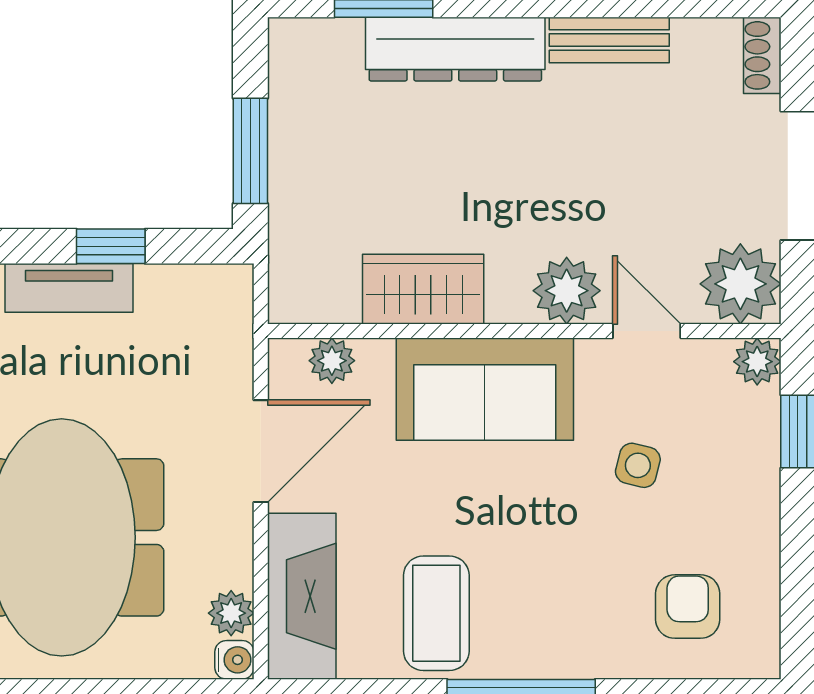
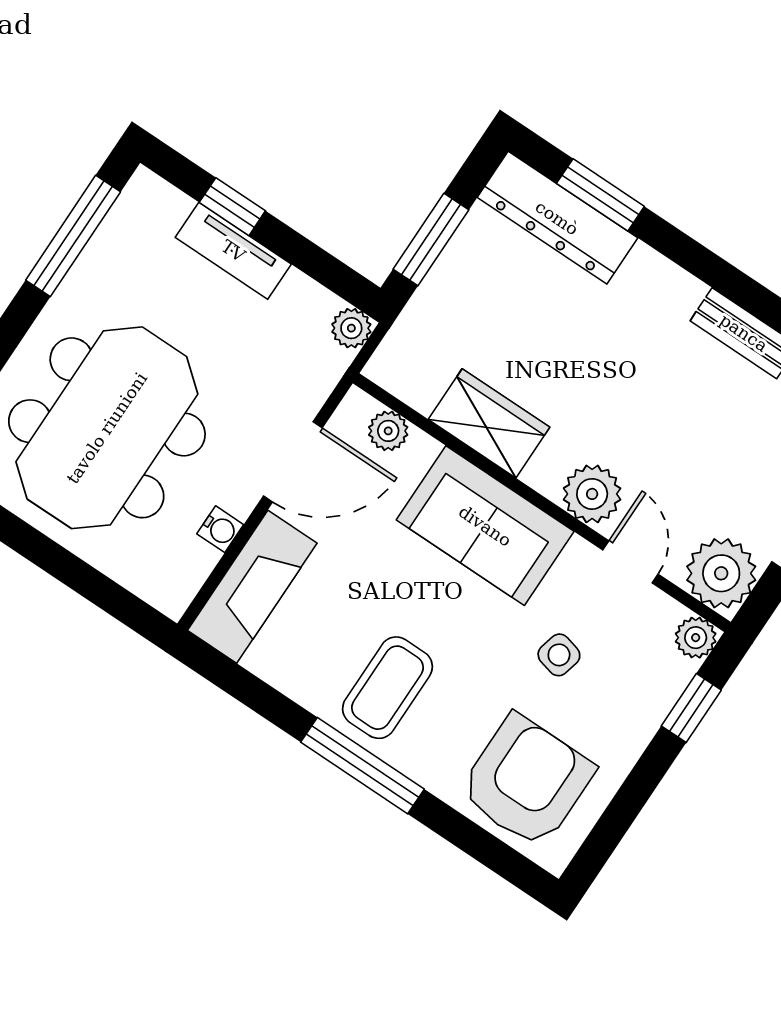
dresser: (455, 49) -> (557, 218), moved
window: (111, 246) -> (232, 207), moved
armchair: (688, 607) -> (527, 781), width x1.88, depth x1.88
plant: (231, 613) -> (351, 328), moved
coffee table: (436, 613) -> (387, 688), moved
water cooler: (234, 660) -> (220, 529), moved

